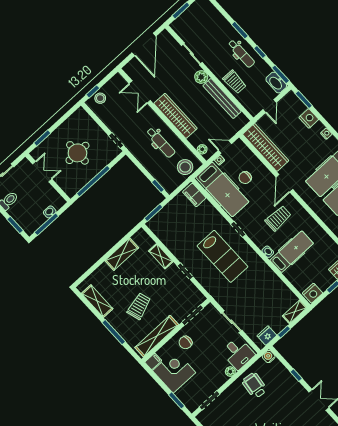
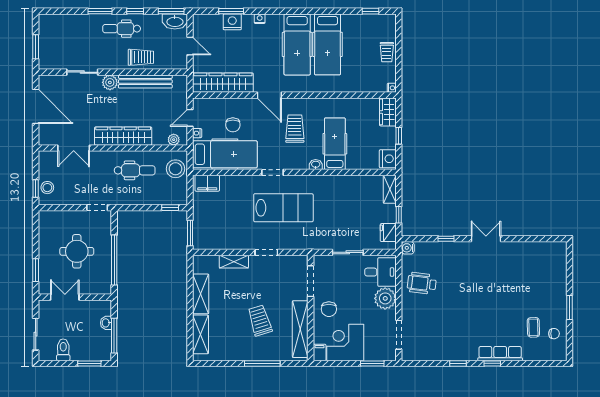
dental chair: (241, 54) -> (122, 29), turned 180
window: (304, 99) -> (231, 11), moved
shelving: (97, 301) -> (201, 334), moved, turned 90
plant: (230, 372) -> (385, 298), width x1.87, depth x1.87

